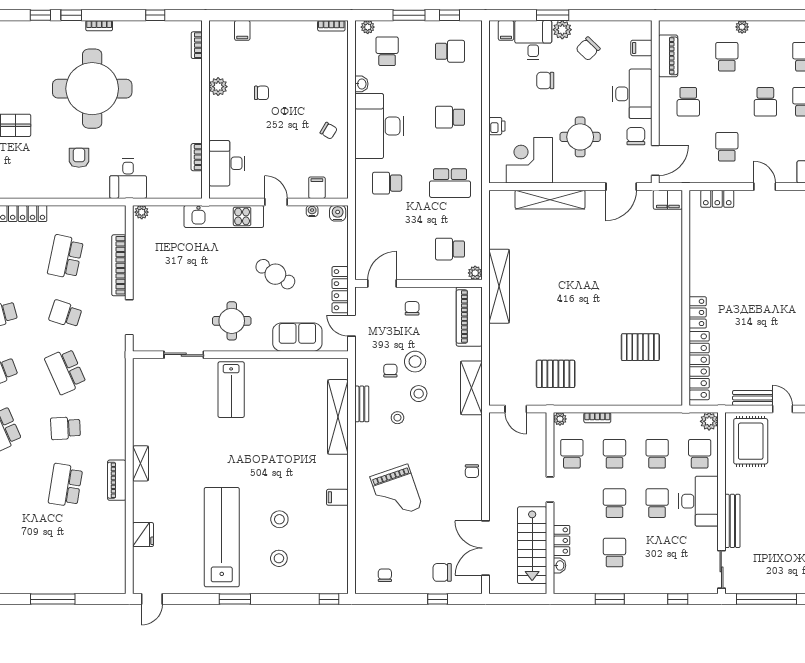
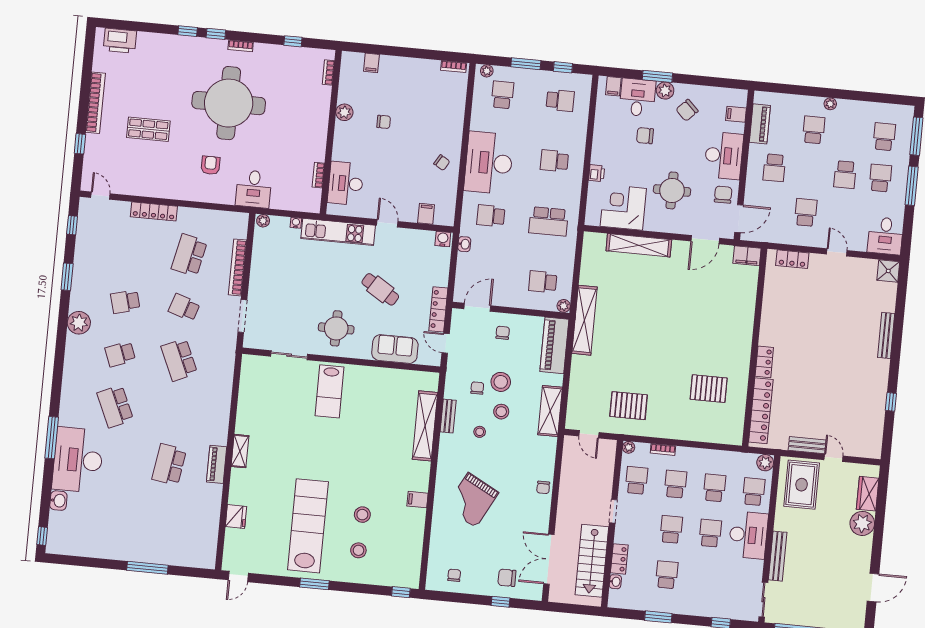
washbasin: (361, 84) -> (464, 244), moved
water cooler: (312, 211) -> (296, 223), moved
school desk: (65, 428) -> (174, 412), removed
grand piano: (396, 492) -> (472, 500), turned 47

